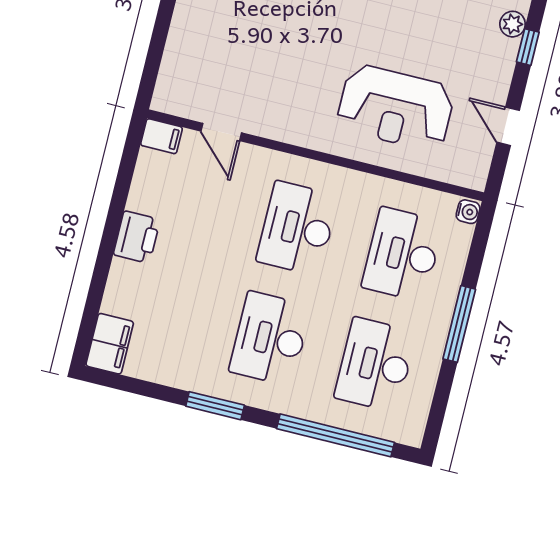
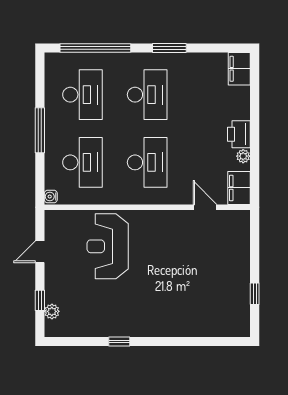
reception desk: (396, 108) -> (108, 246), turned -90
door: (508, 126) -> (40, 252), swing flipped
filing cabinet: (161, 136) -> (239, 188), width x2.00
plant: (138, 200) -> (243, 156), added

